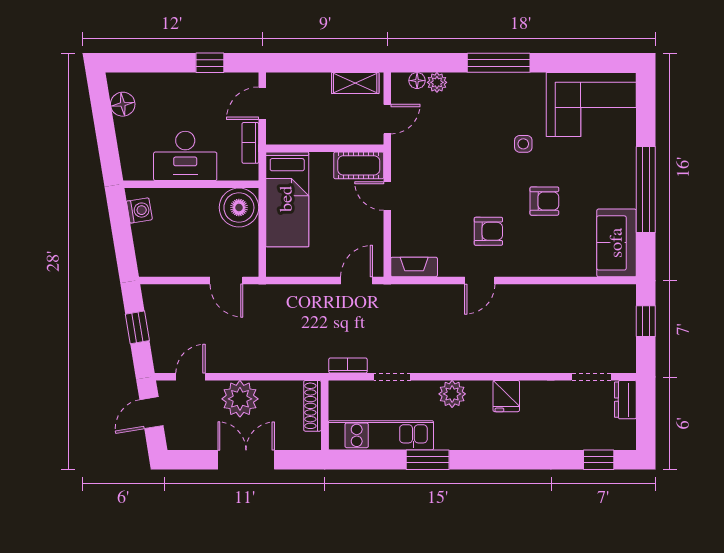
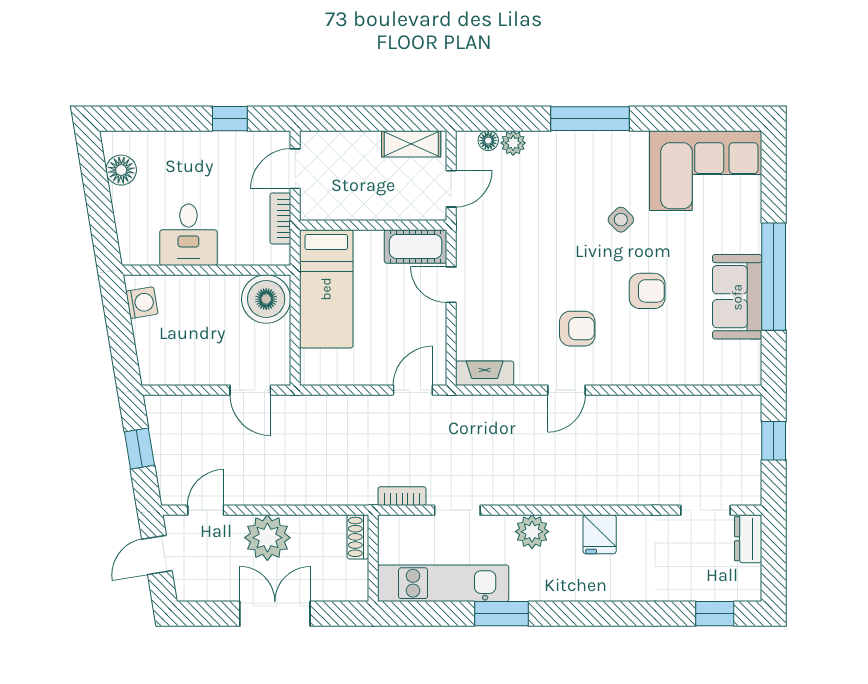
side table: (523, 144) -> (621, 220), turned 45
desk: (185, 156) -> (188, 235), width x0.73
sofa: (617, 243) -> (737, 297), moved
shoe rack: (312, 406) -> (358, 537), width x0.70

